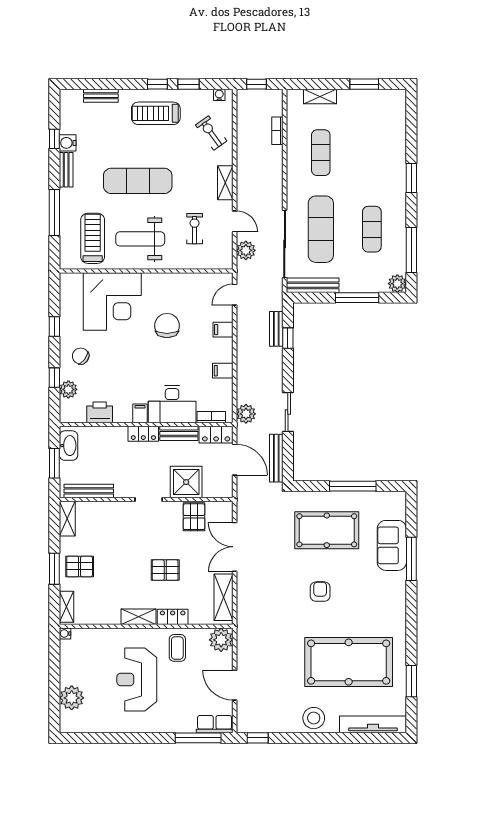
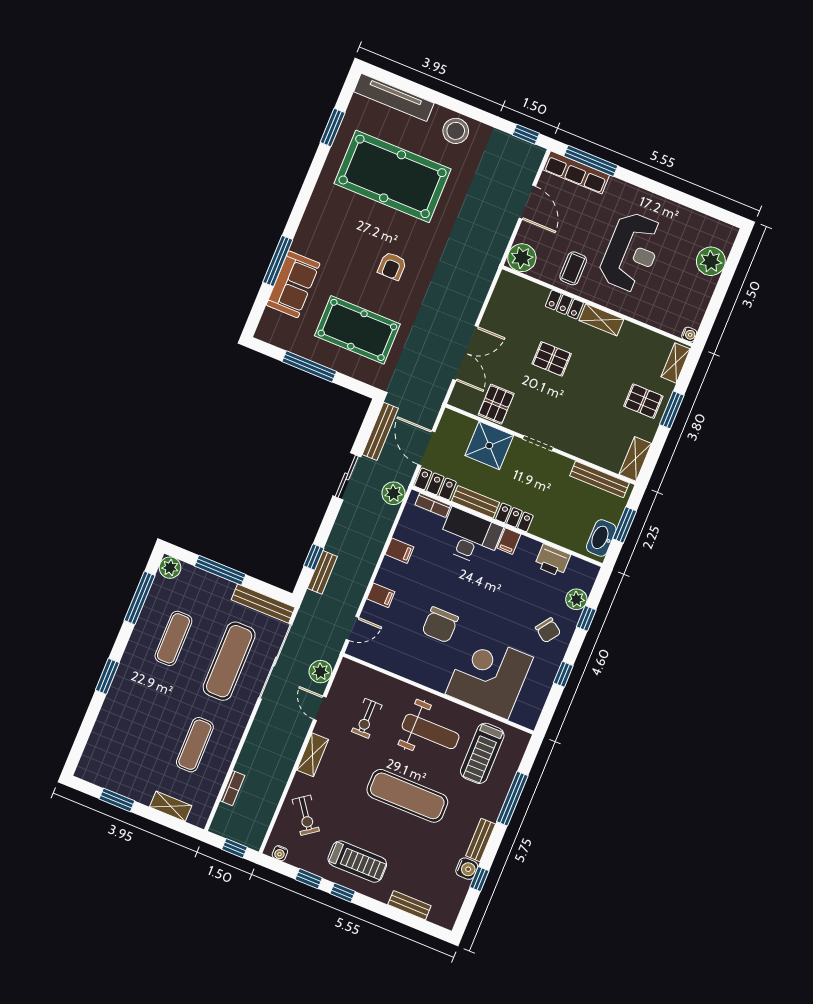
shelving: (224, 597) -> (500, 303), removed
row of seats: (215, 724) -> (576, 172), width x1.48

